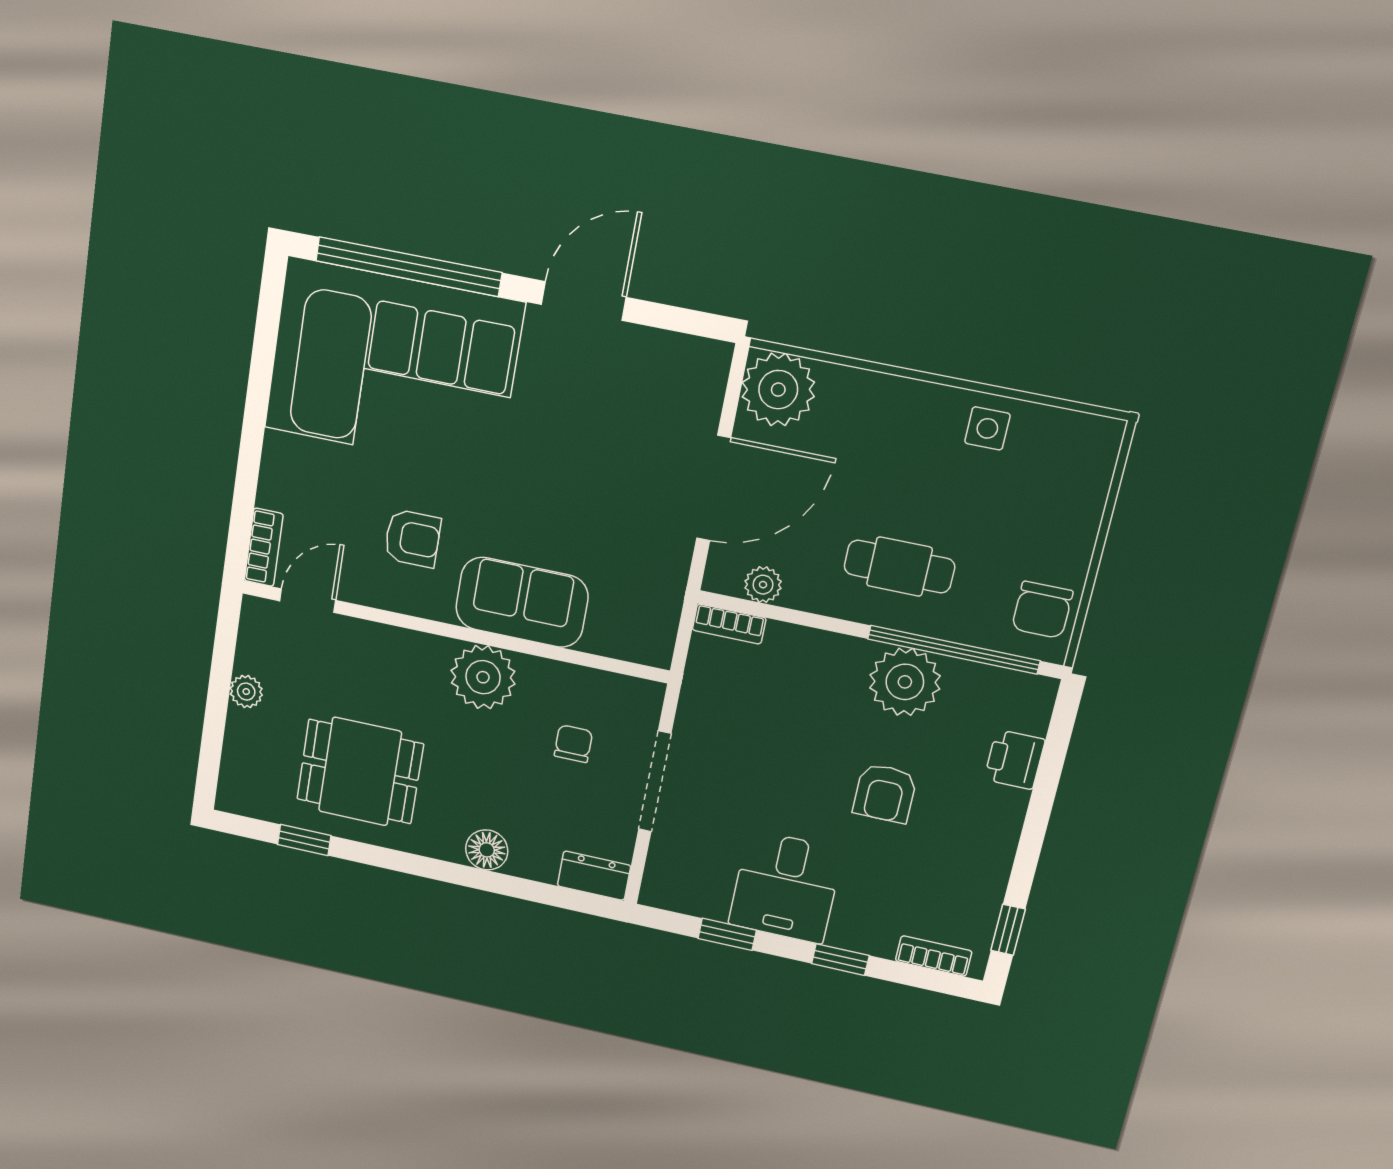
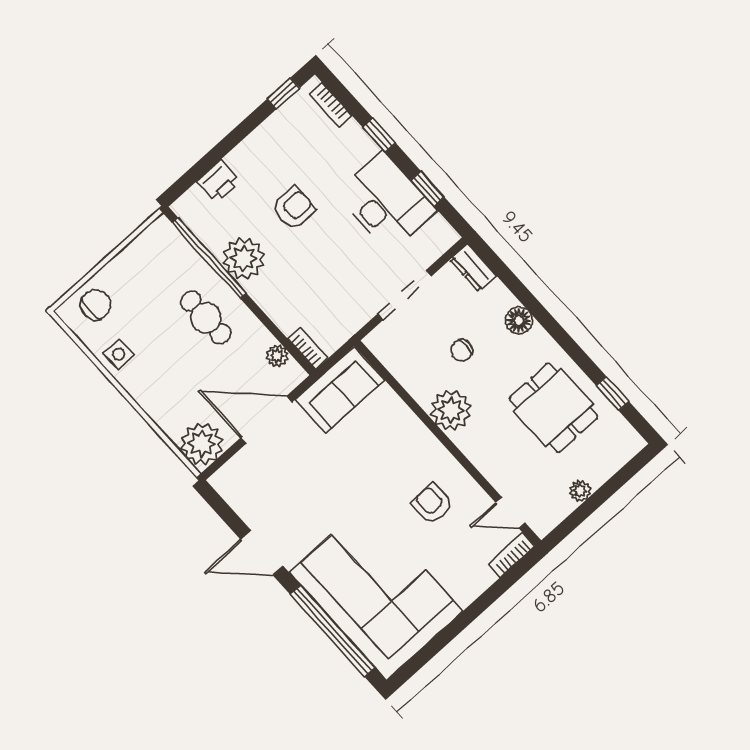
sofa: (522, 602) -> (340, 390), moved, turned -90
chair: (1042, 610) -> (96, 305), moved
chair: (573, 744) -> (462, 350), moved
desk: (786, 887) -> (386, 202), width x1.37

